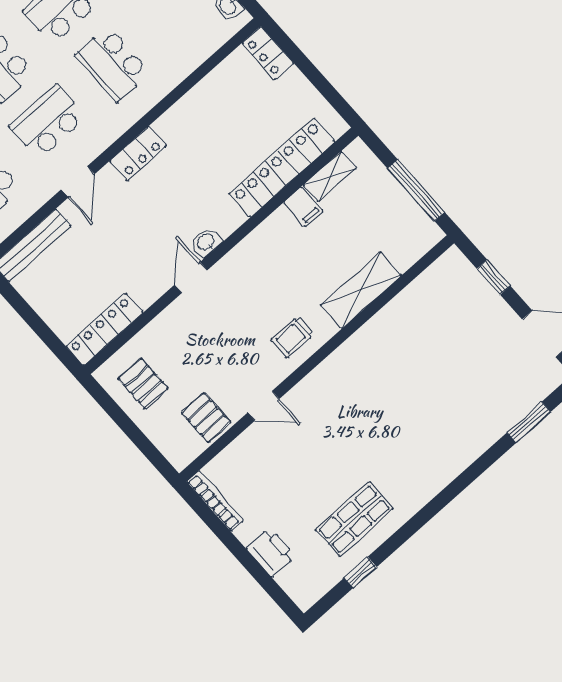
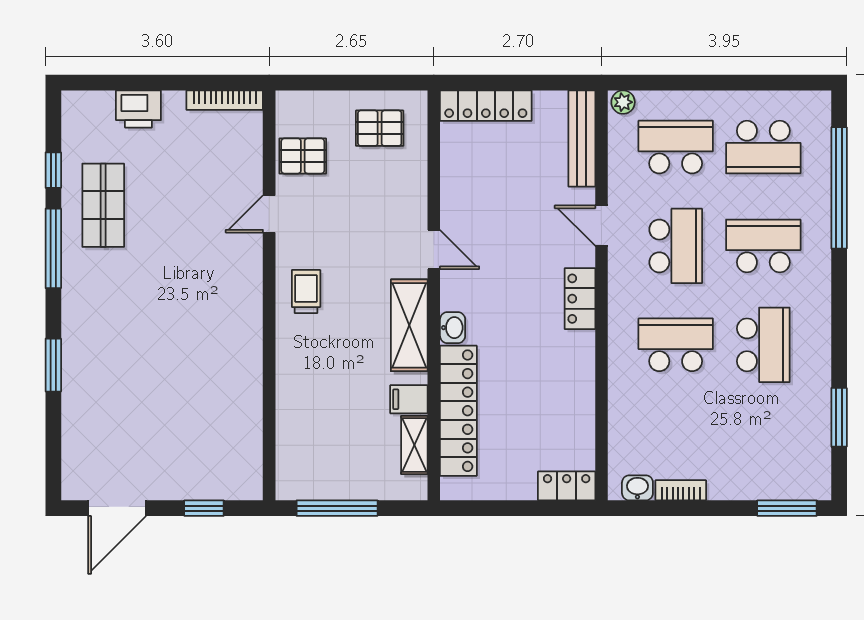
washbasin: (206, 242) -> (453, 328), moved
shelving: (361, 290) -> (409, 325), moved
locker: (104, 330) -> (486, 106), moved, turned 90
window: (529, 422) -> (53, 365), moved
window: (412, 527) -> (53, 248), added

